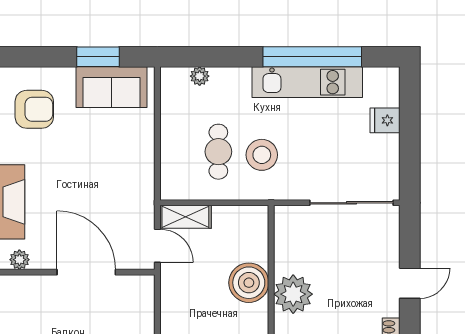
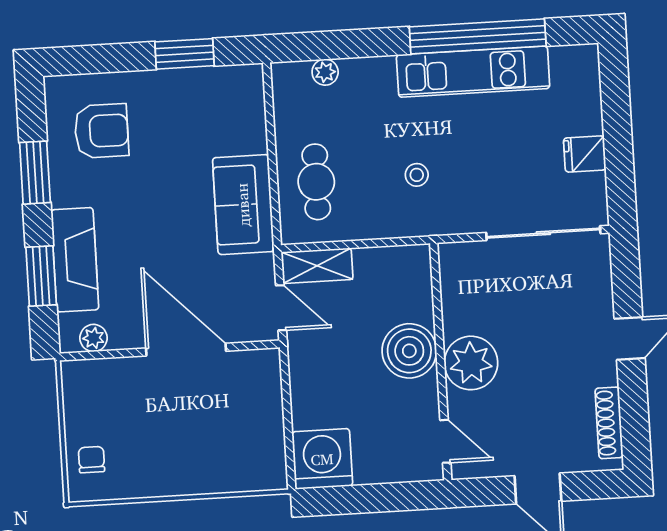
sofa: (111, 87) -> (243, 205), moved, turned 90
fridge: (385, 120) -> (585, 154), moved
cafe table: (218, 152) -> (316, 182), moved
stool: (262, 155) -> (417, 175), width x0.53, depth x0.53

